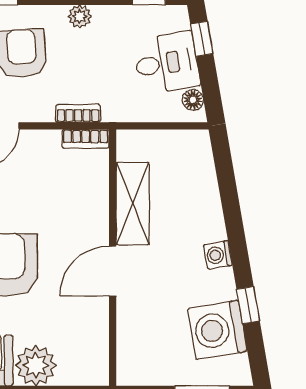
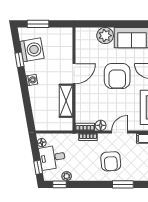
plant: (80, 16) -> (67, 176), moved
floor lamp: (47, 142) -> (101, 125), added

